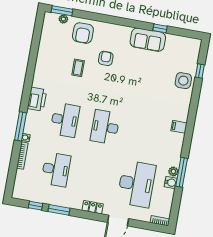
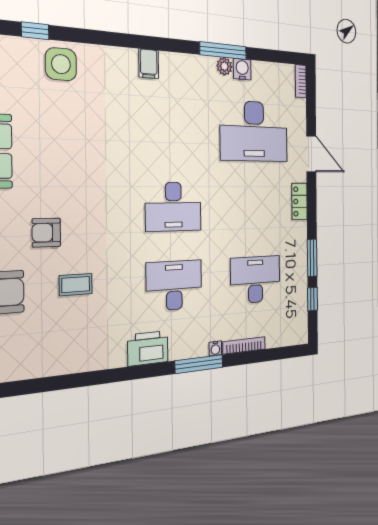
desk: (136, 184) -> (254, 131), turned 180

